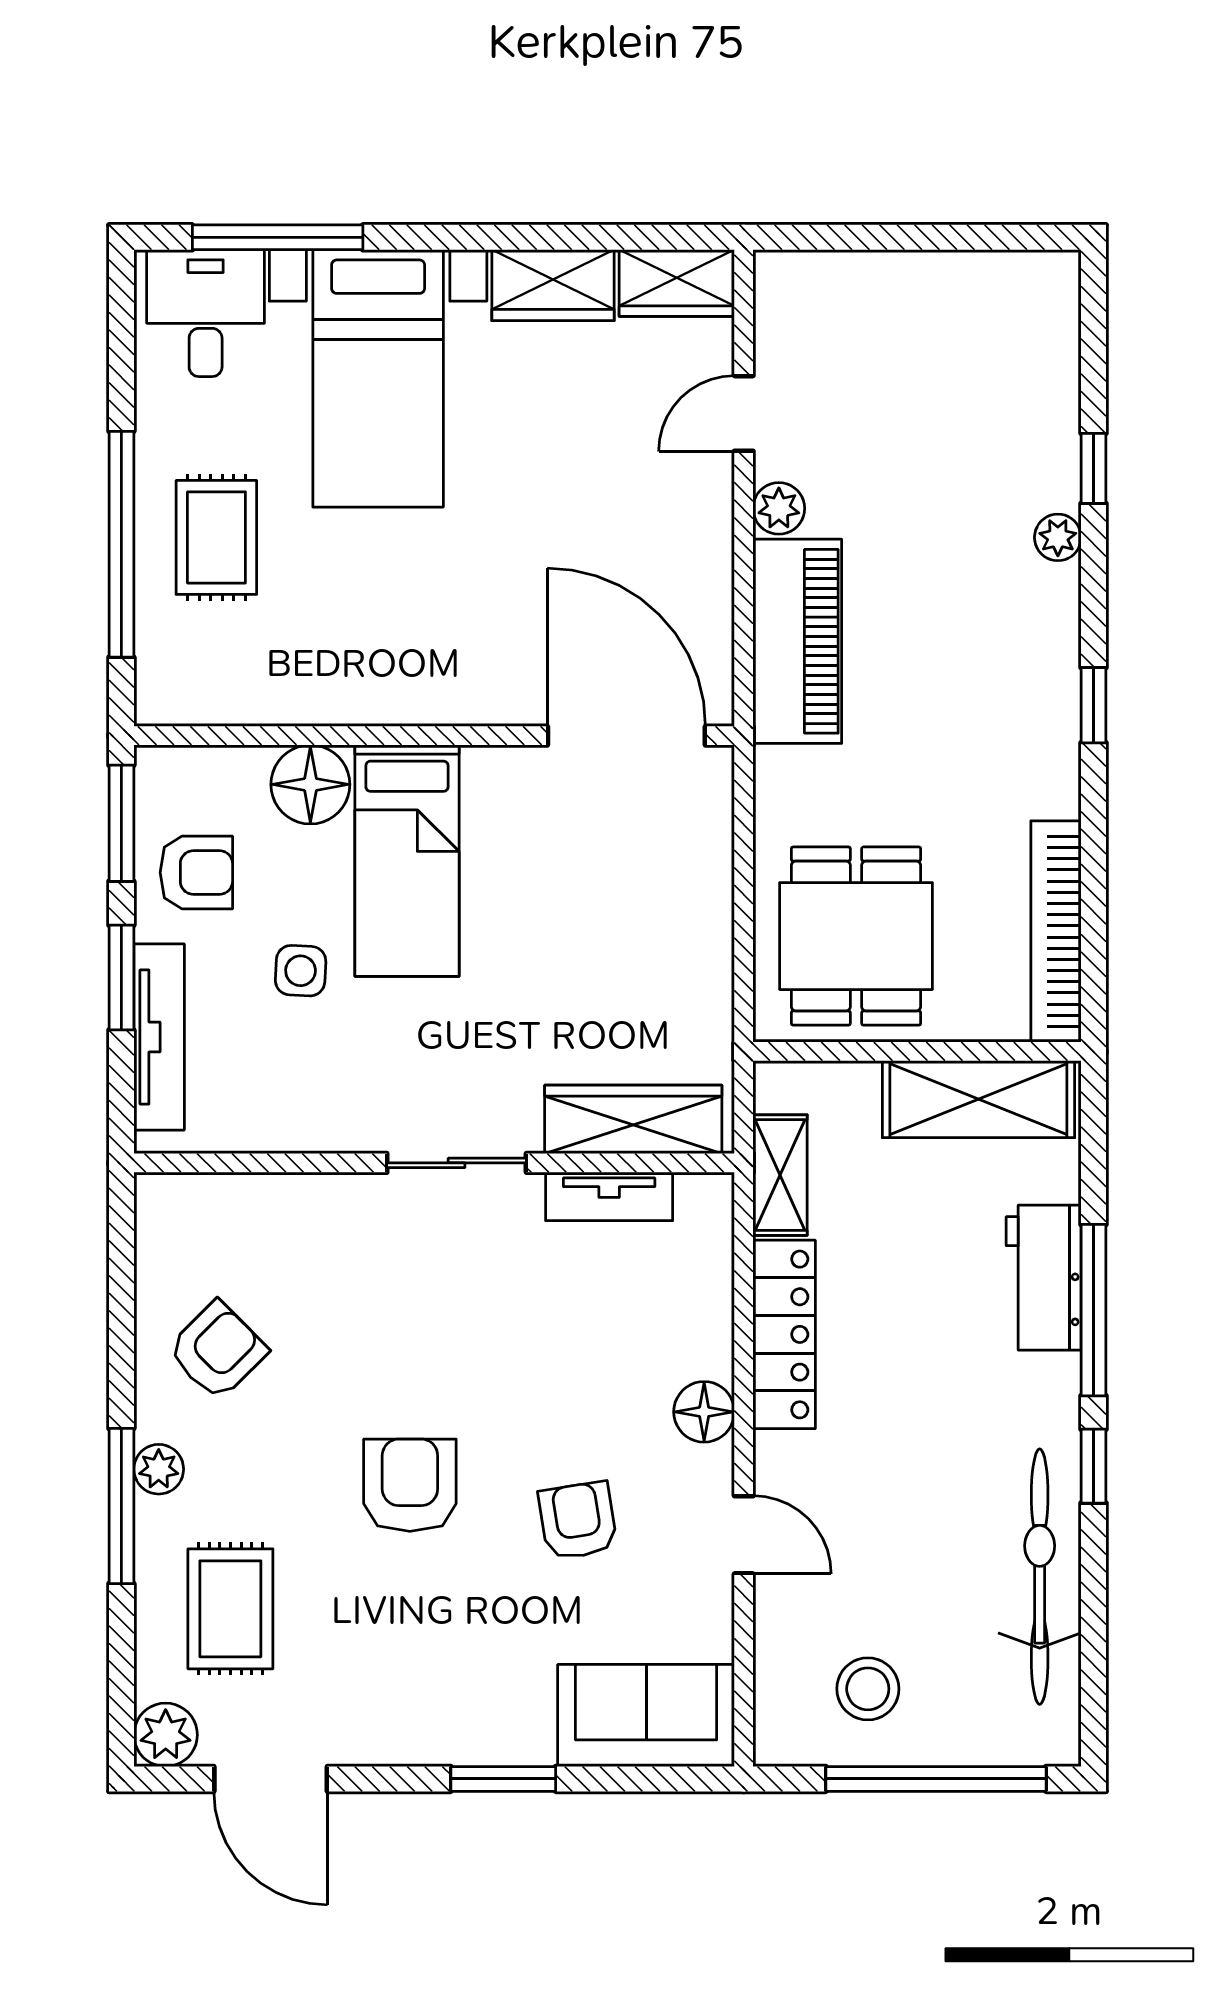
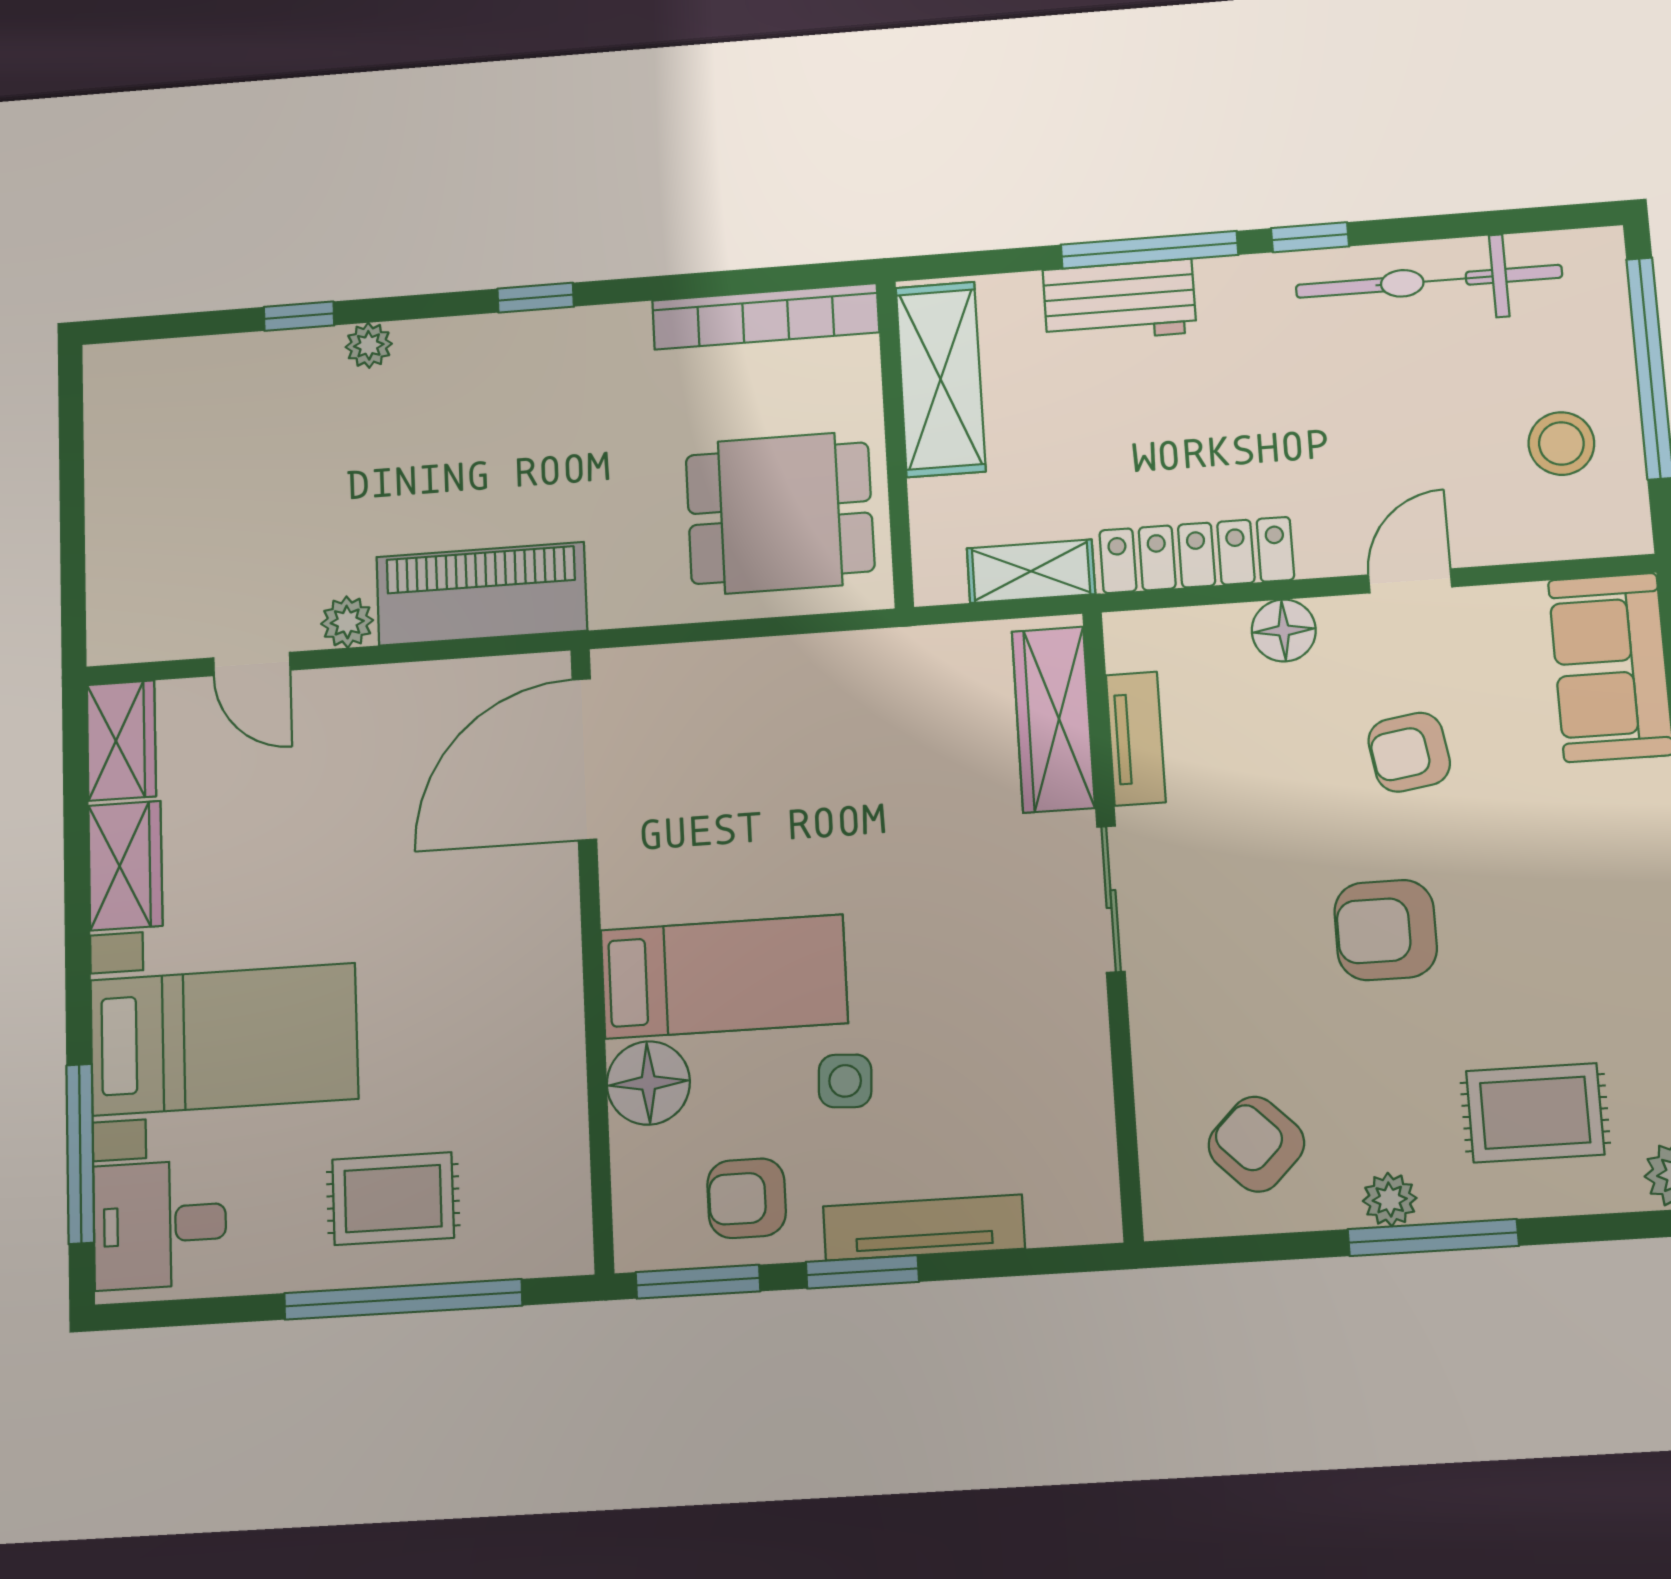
armchair: (196, 872) -> (747, 1198), turned -90
wardrobe: (633, 1119) -> (1053, 719), moved
wall: (434, 1163) -> (1113, 922), moved
sliding door: (457, 1163) -> (1111, 899), moved
tv unit: (609, 1196) -> (1136, 739), moved

